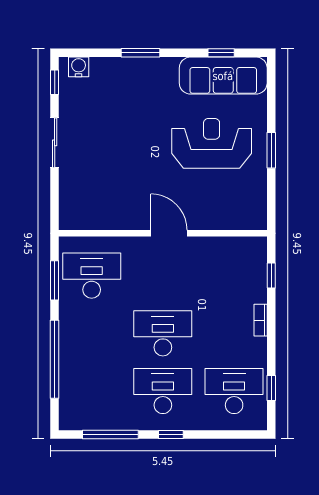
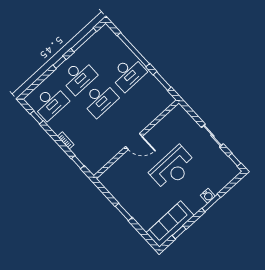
water cooler: (79, 67) -> (208, 196), moved
reception desk: (212, 143) -> (173, 168), moved
desk: (92, 276) -> (128, 73), moved

